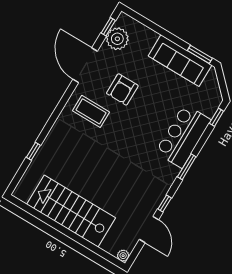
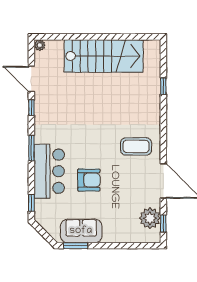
sofa: (180, 61) -> (81, 231), width x0.73
armchair: (122, 89) -> (89, 180), moved, turned 90

